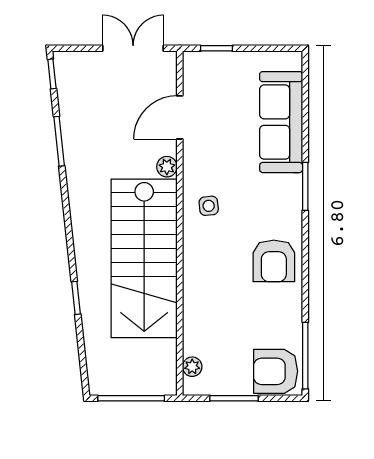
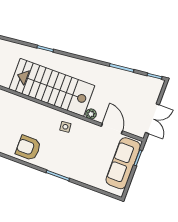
sofa: (281, 122) -> (123, 163), moved, turned -90

